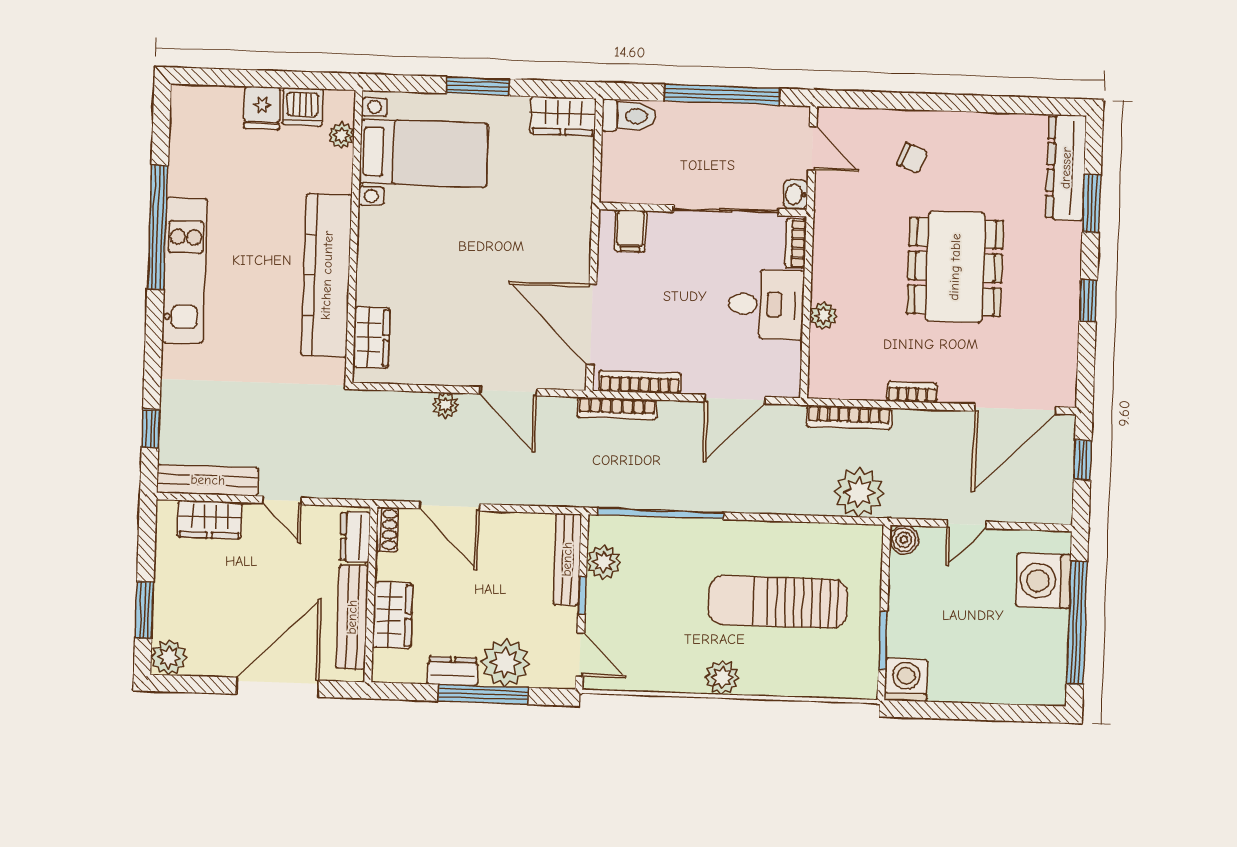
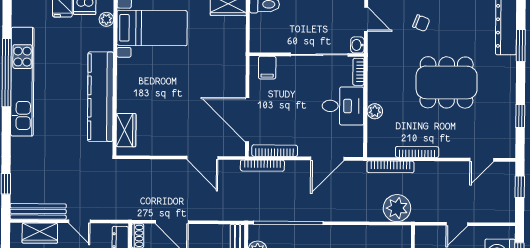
dining table: (955, 267) -> (447, 82), turned 90
kitchen unit: (185, 270) -> (22, 82), width x1.36
window: (1088, 301) -> (520, 116), moved
bookcase: (912, 392) -> (417, 152), width x1.56
plant: (445, 405) -> (168, 166), removed
door: (1015, 409) -> (482, 160), width x0.53
boiler: (904, 540) -> (423, 233), removed

